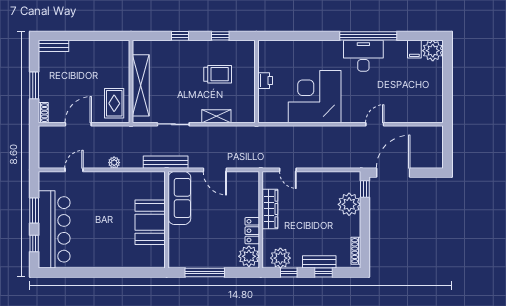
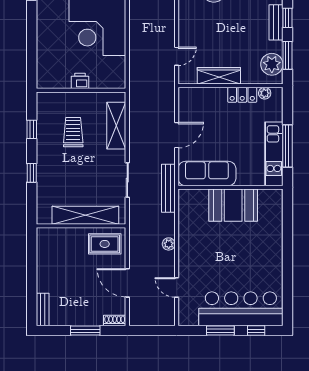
shelving: (216, 116) -> (116, 126), width x1.50, depth x1.33
plant: (249, 256) -> (265, 93), width x0.53, depth x0.53
kitchen unit: (198, 260) -> (274, 154), added
window: (289, 272) -> (287, 55), width x1.50

